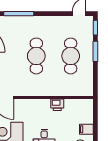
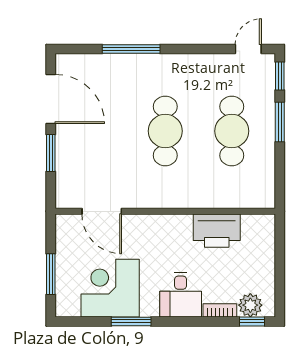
printer: (57, 105) -> (217, 231), width x1.87, depth x1.48
filing cabinet: (86, 129) -> (262, 273), removed

